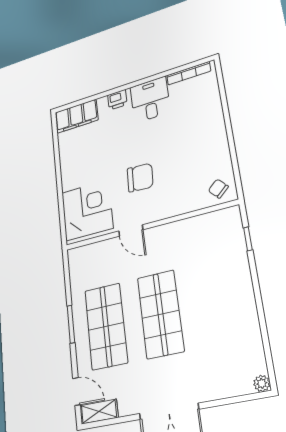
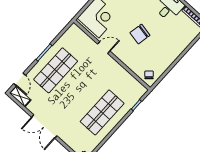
chair: (140, 178) -> (140, 34), moved, turned 98
door: (131, 230) -> (104, 48), swing flipped
shop shelf: (160, 314) -> (102, 112), moved

